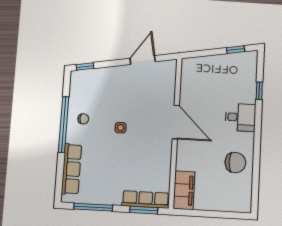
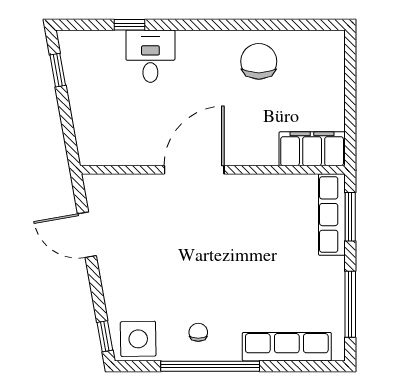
desk: (240, 117) -> (150, 56), moved
side table: (121, 128) -> (138, 339), moved, width x1.87, depth x1.87

